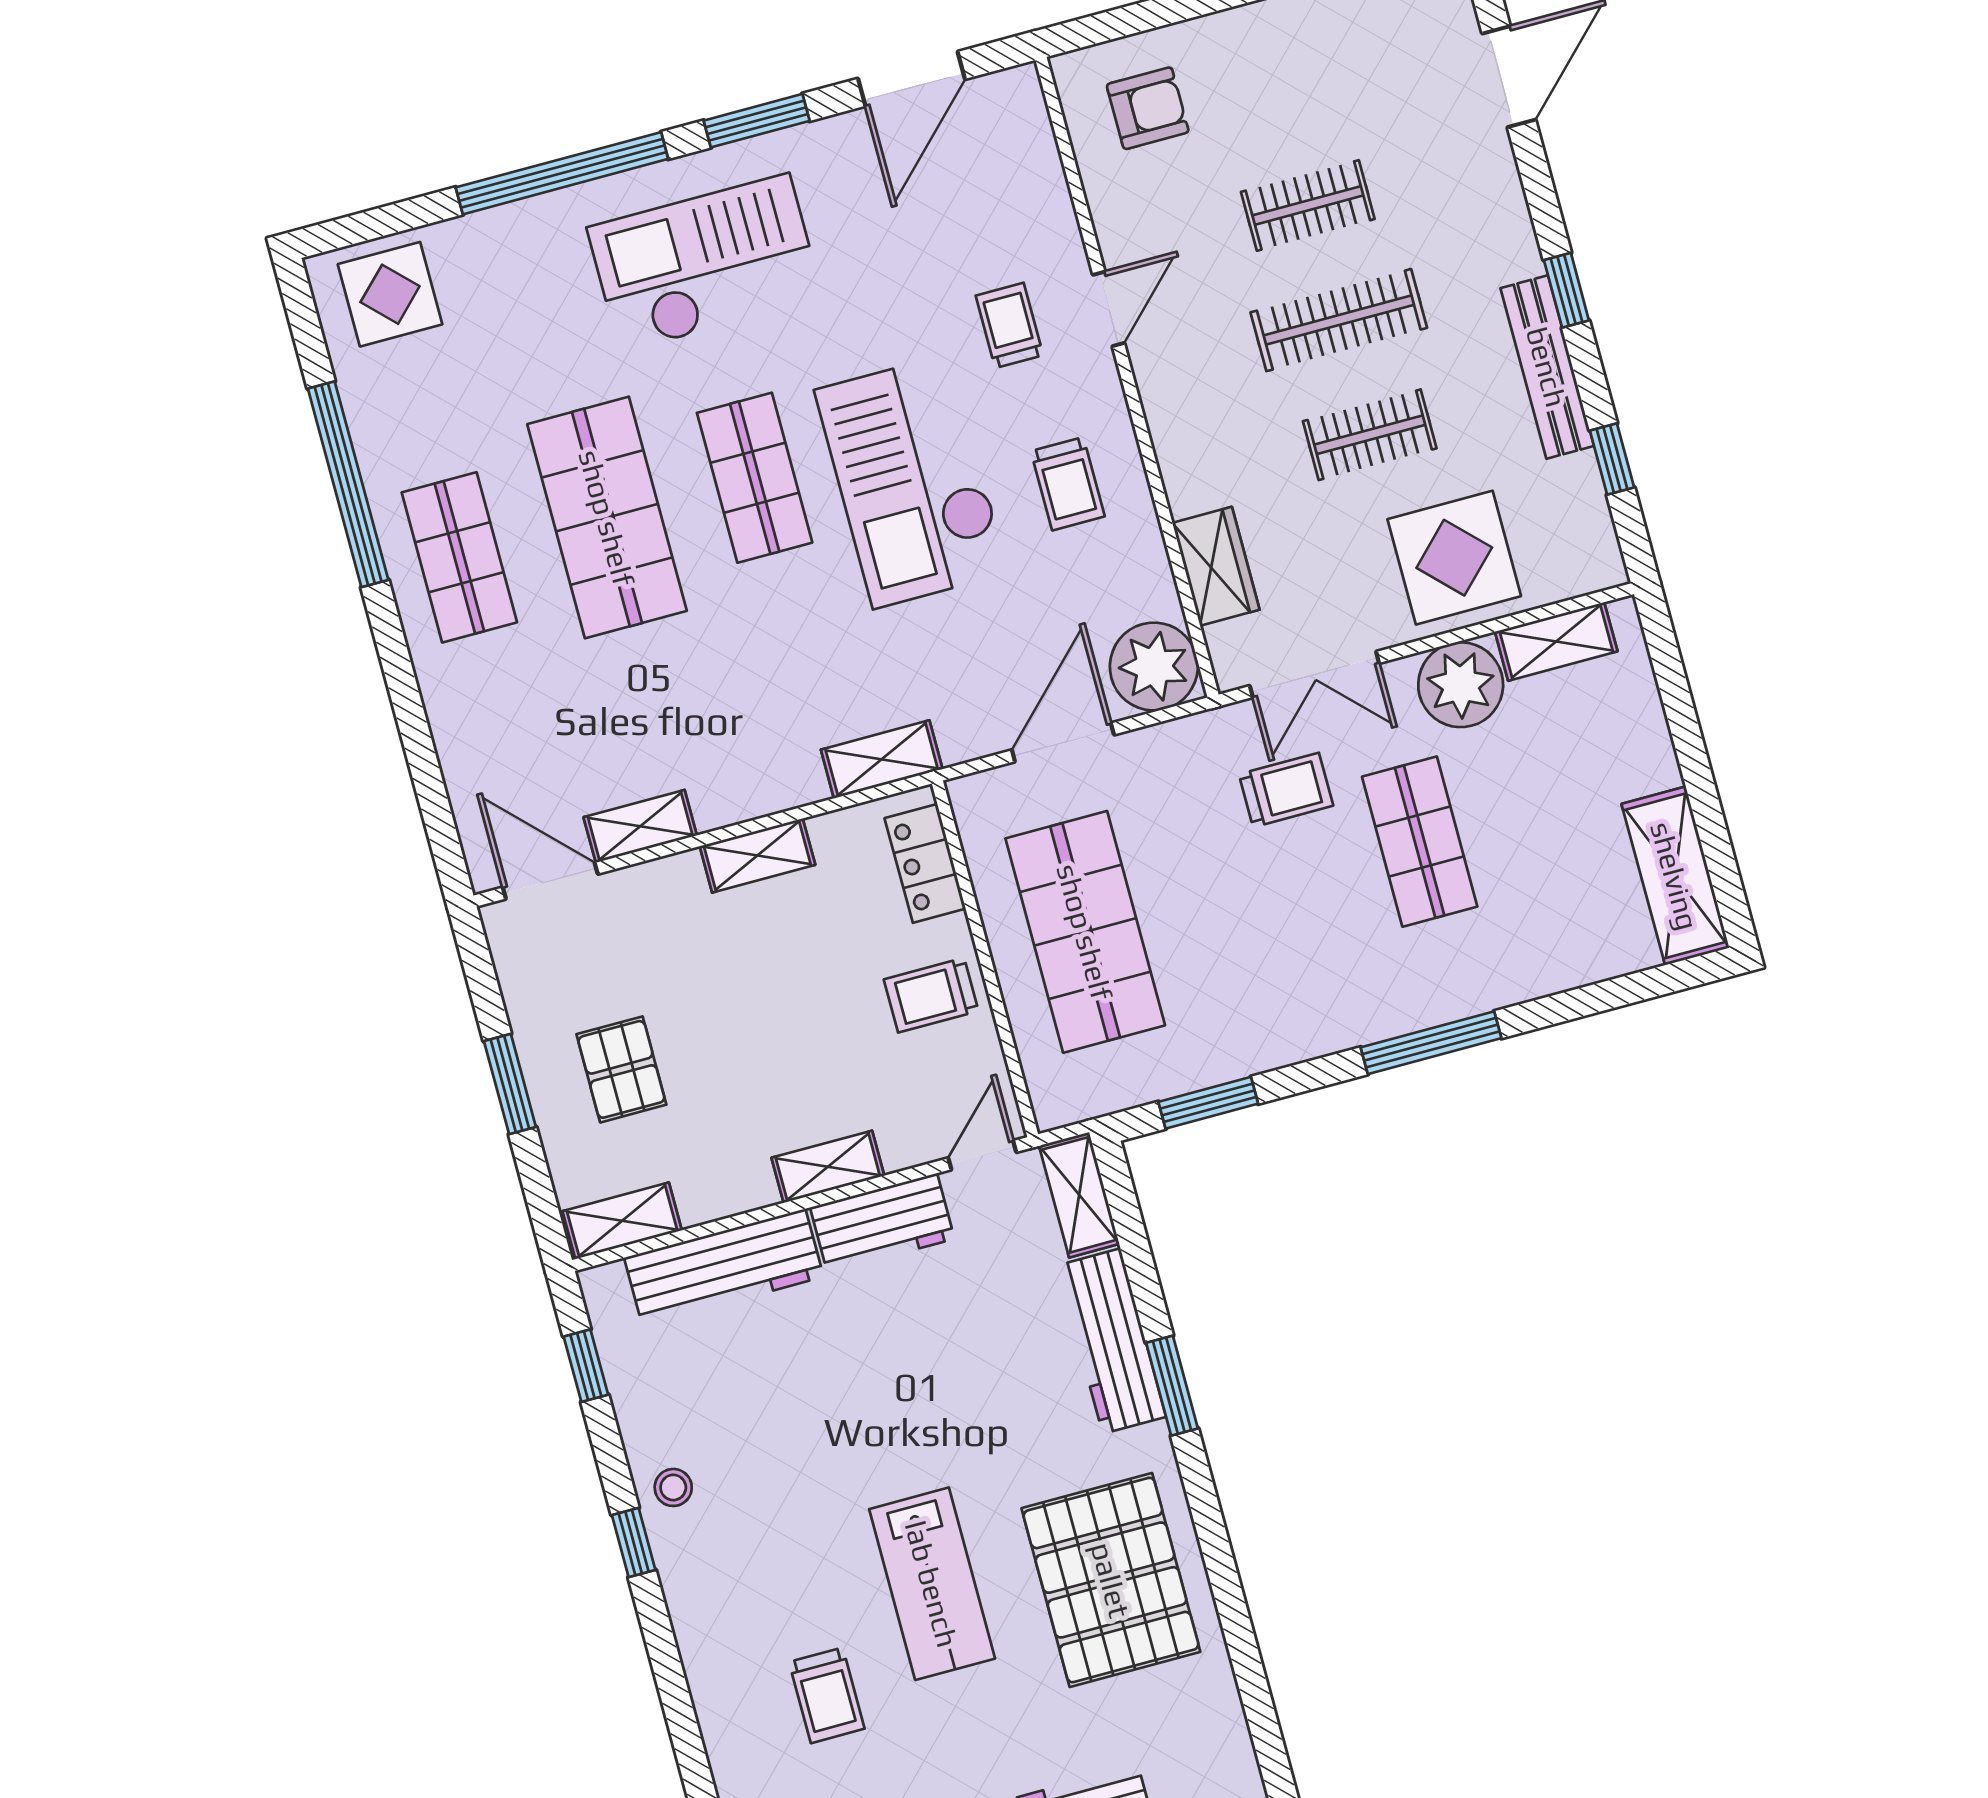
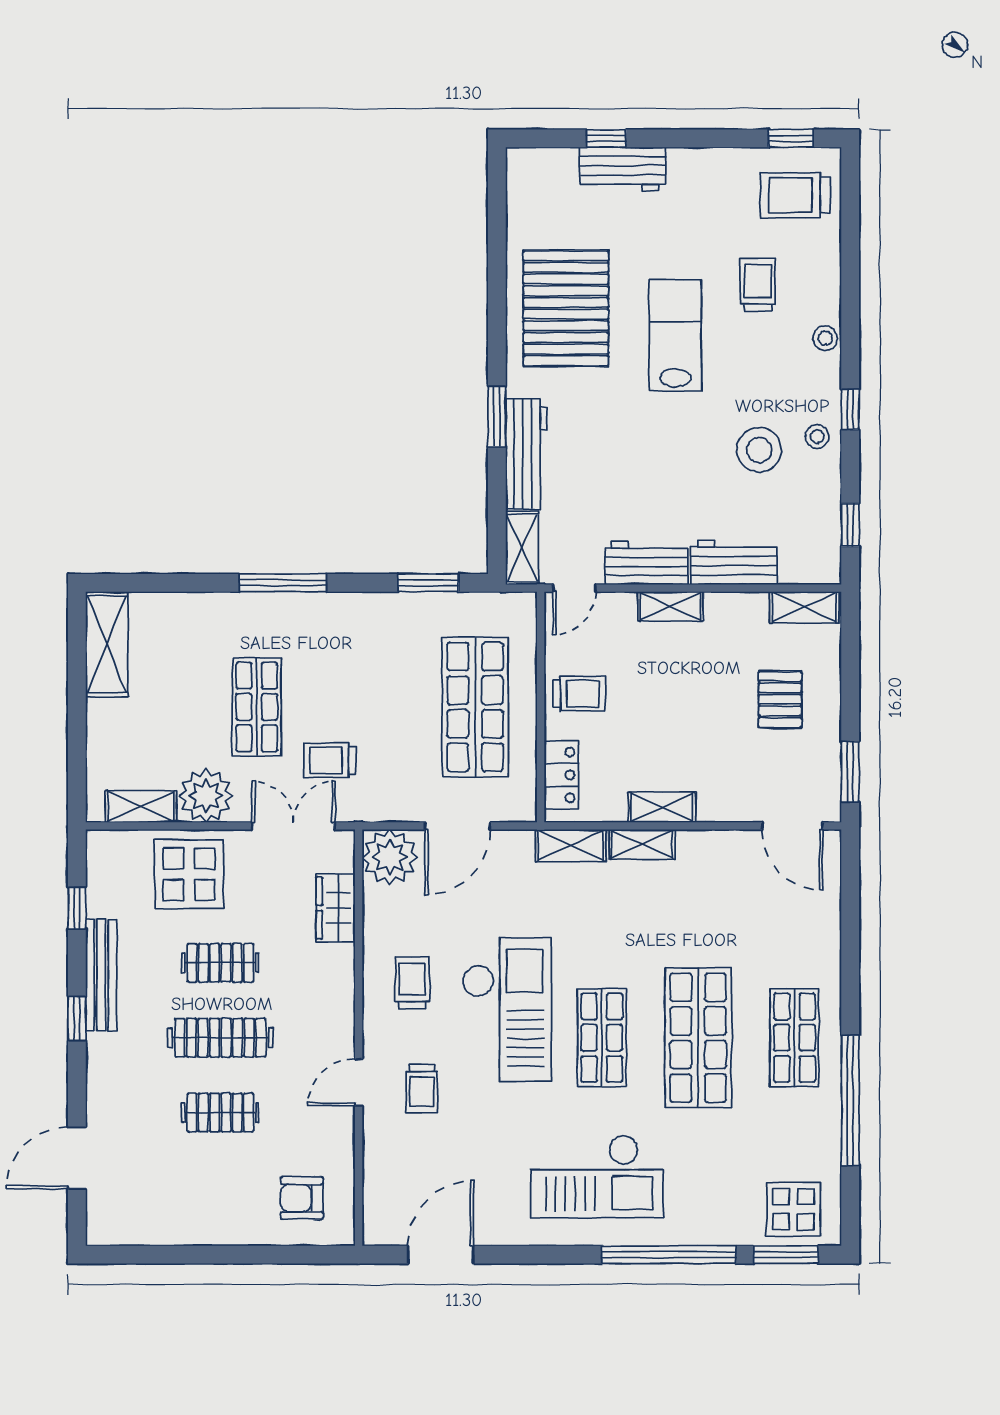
window: (757, 121) -> (786, 1255), moved
shelving: (640, 826) -> (642, 844), moved
window: (510, 1084) -> (850, 772), moved
workbench: (724, 1267) -> (734, 562), width x0.73
stool: (756, 1443) -> (759, 450), added
stool: (701, 1642) -> (825, 338), added

